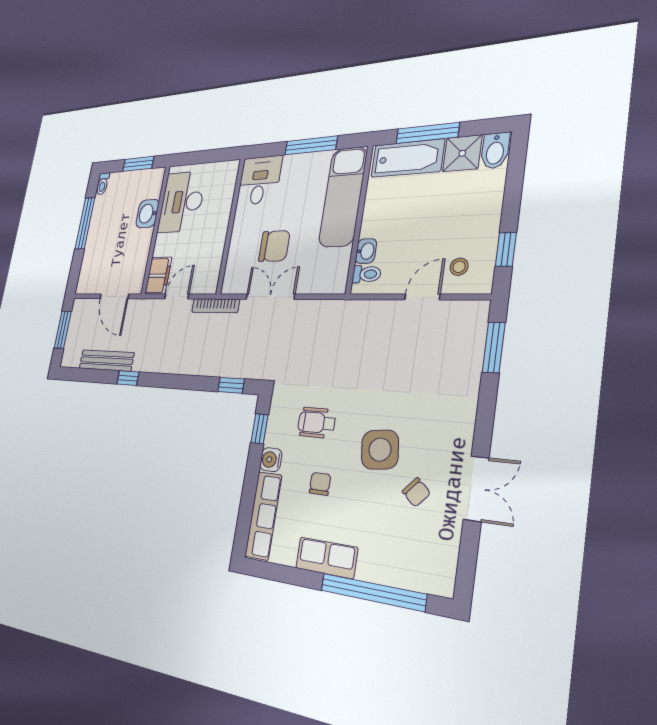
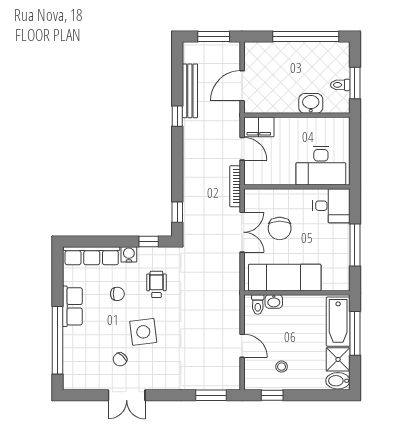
toilet: (103, 184) -> (340, 85), moved
exam couch: (343, 197) -> (285, 278), moved
desk: (182, 202) -> (321, 166), moved, turned 180
window: (85, 223) -> (306, 37), width x1.46
stool: (459, 267) -> (282, 367), moved

